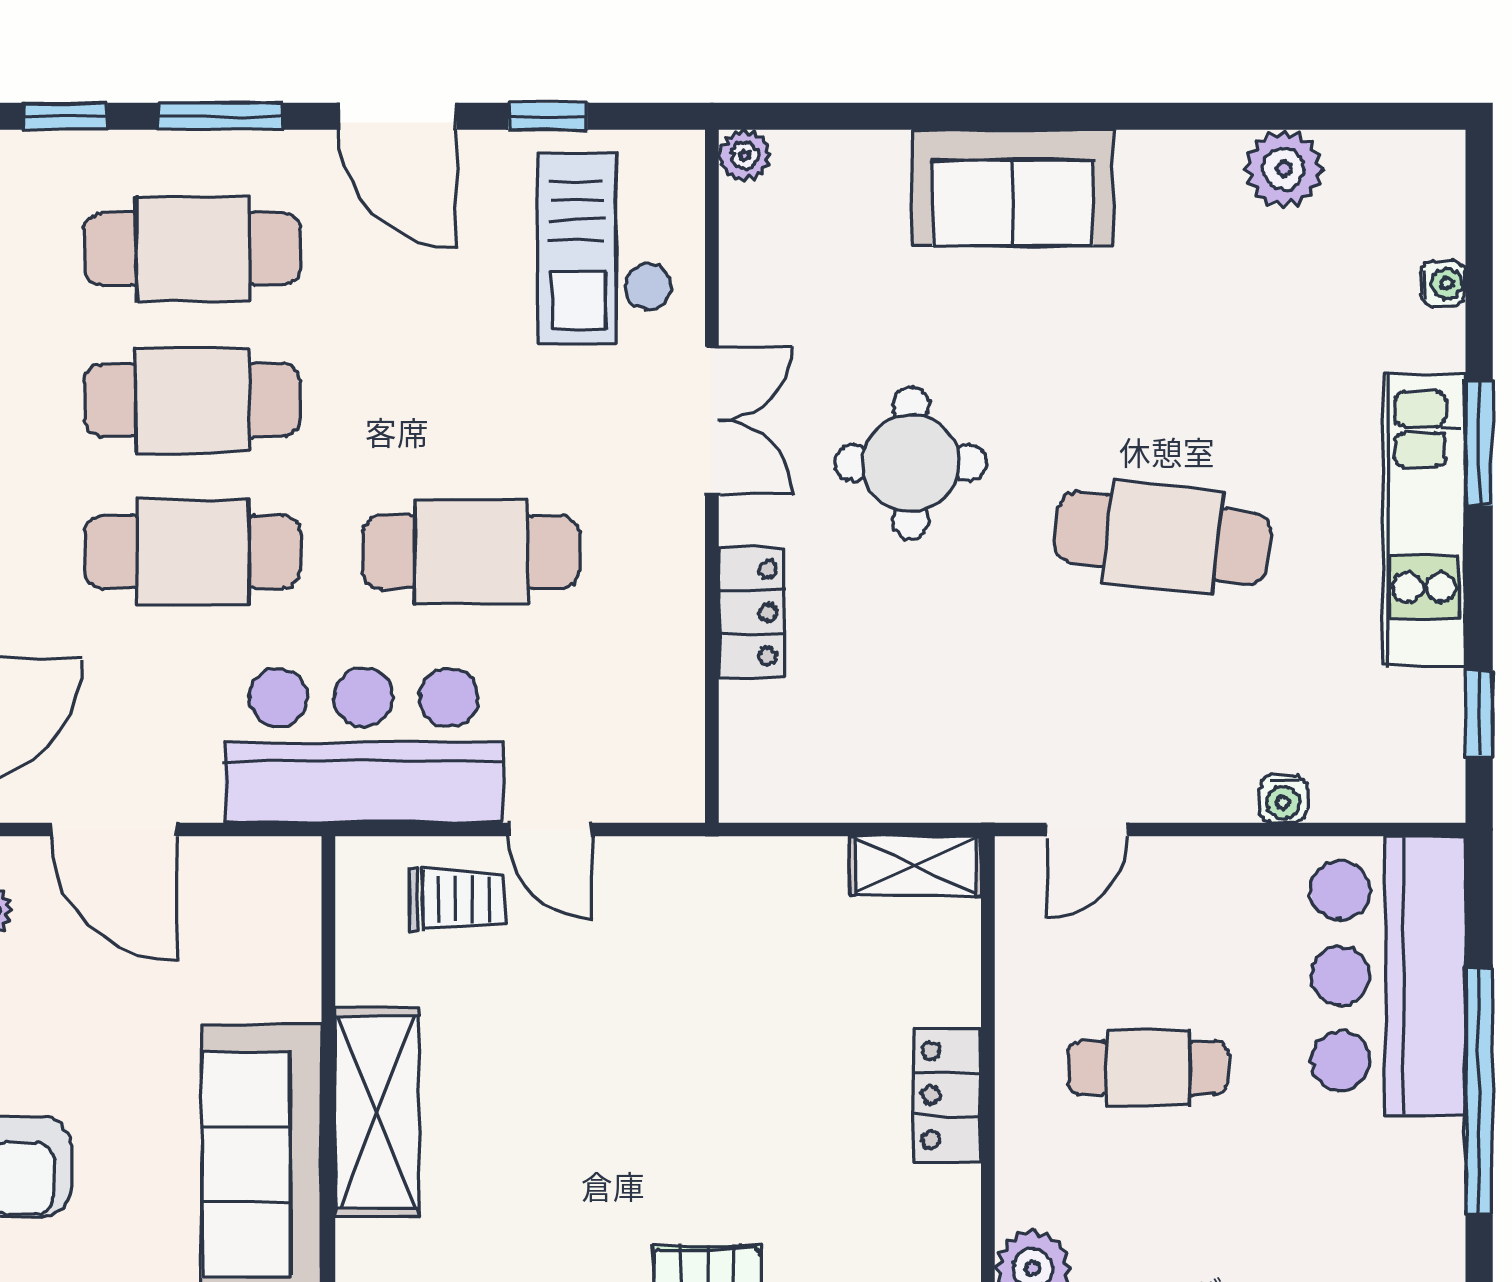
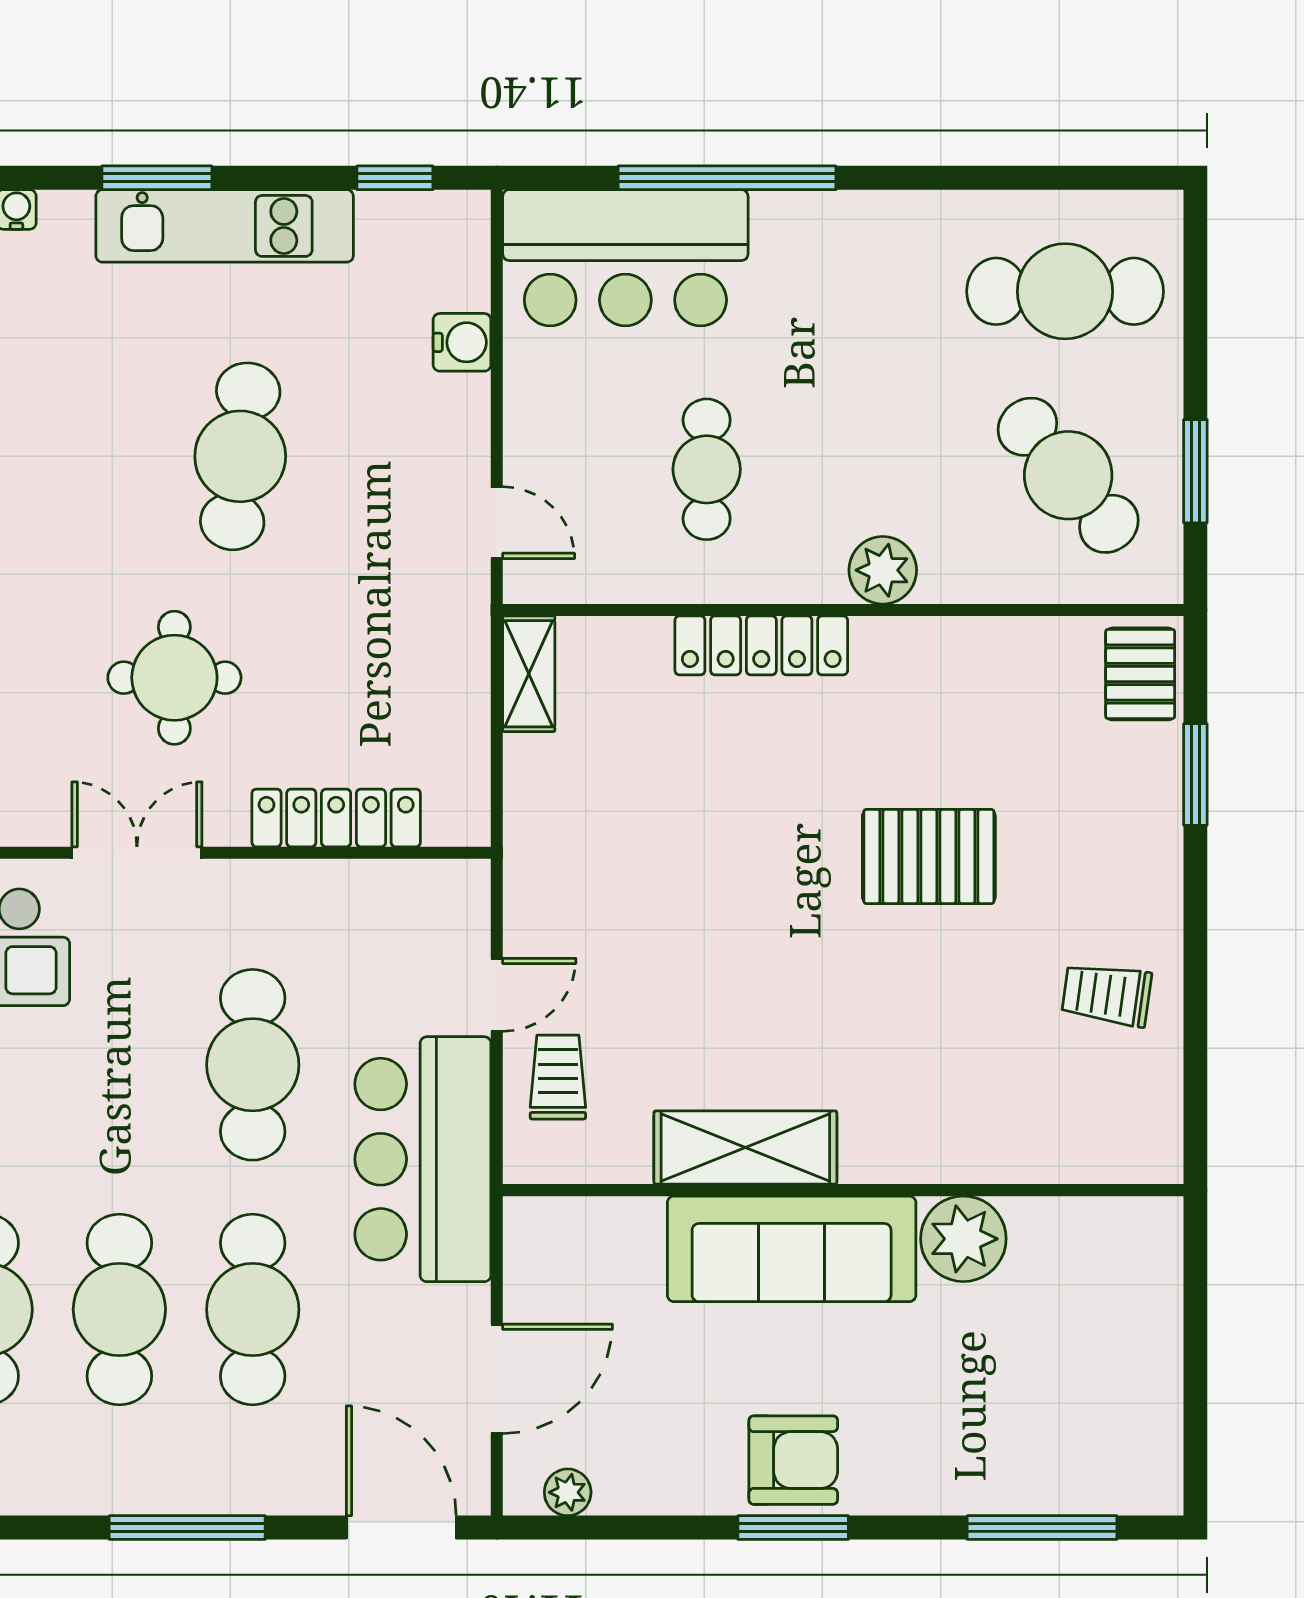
locker: (751, 613) -> (336, 818), width x1.53
water cooler: (1283, 799) -> (462, 342), width x1.38, depth x1.38
locker: (948, 1095) -> (761, 645), width x1.53

